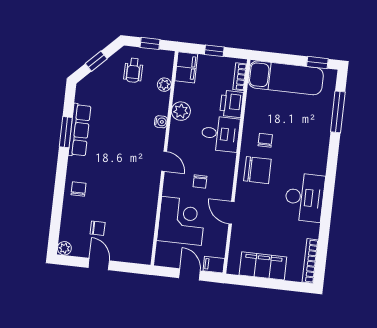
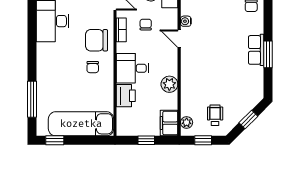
bookcase: (240, 77) -> (121, 30), moved
plant: (164, 85) -> (187, 123), moved
water cooler: (161, 122) -> (186, 21), moved
row of seats: (80, 130) -> (256, 50), width x0.68

